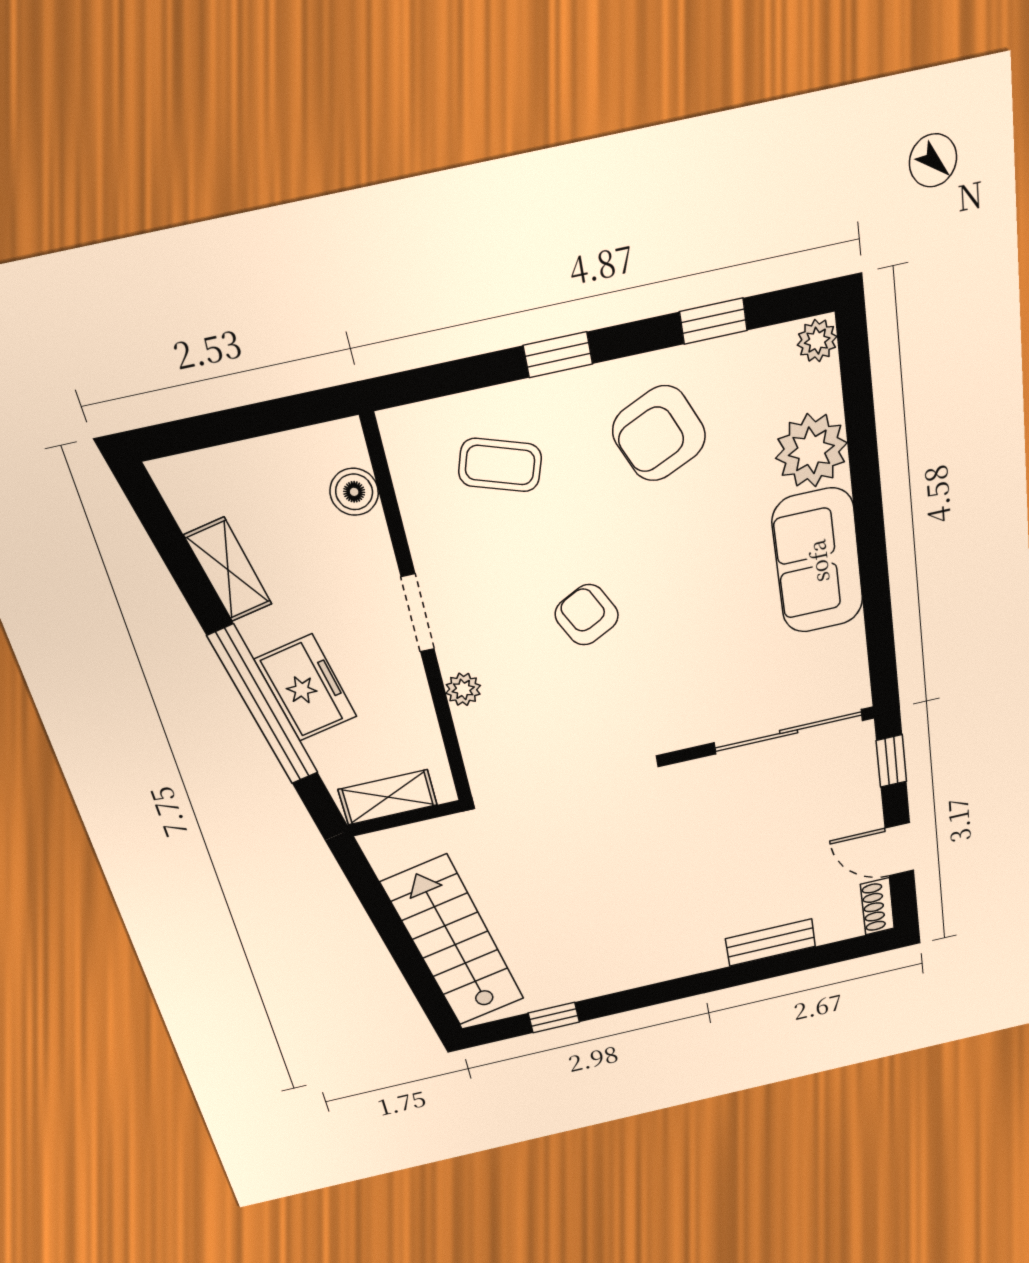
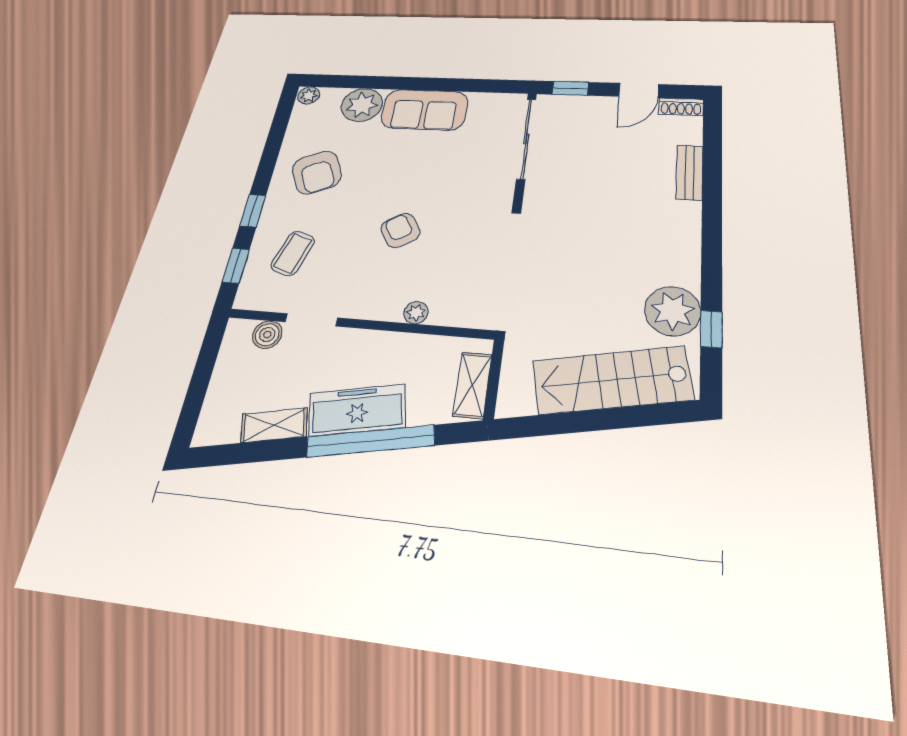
window: (713, 321) -> (236, 266), moved
doorway: (418, 613) -> (311, 320), moved
armchair: (587, 615) -> (400, 231), turned 85
freezer: (306, 688) -> (357, 410), width x1.40
plant: (565, 976) -> (673, 311), added

